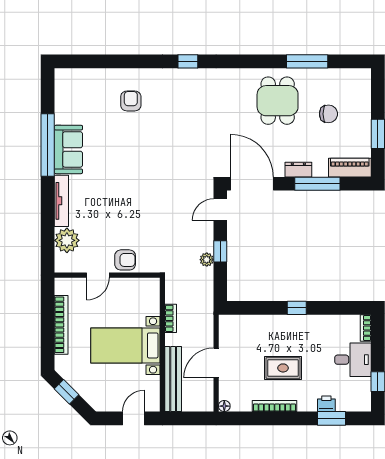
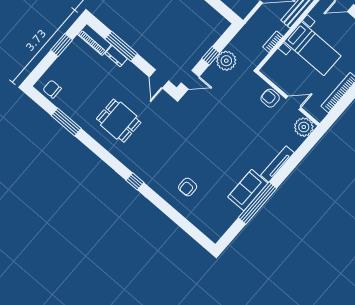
dining table: (278, 101) -> (119, 121), moved, turned 90
chair: (328, 114) -> (52, 89), moved
dresser: (298, 170) -> (116, 56), moved
door: (252, 184) -> (159, 79), width x0.53
plant: (67, 240) -> (304, 127), moved
plant: (207, 260) -> (226, 61), width x1.88, depth x1.88

